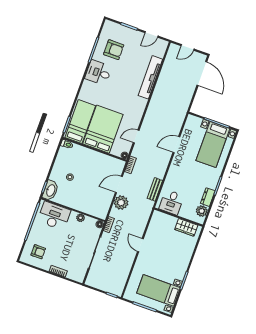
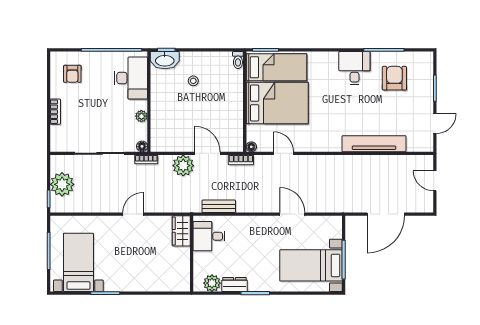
door: (151, 34) -> (435, 124), swing flipped
armchair: (114, 50) -> (394, 78), turned 180
door: (202, 74) -> (386, 214), moved
wardrobe: (186, 227) -> (181, 231), moved
plant: (106, 283) -> (62, 184), added

